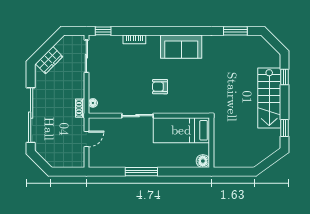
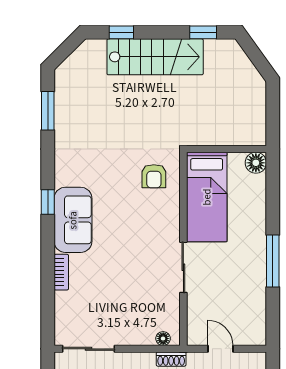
window: (103, 31) -> (48, 202), moved
sofa: (181, 47) -> (73, 220), moved
armchair: (160, 87) -> (154, 176), moved

